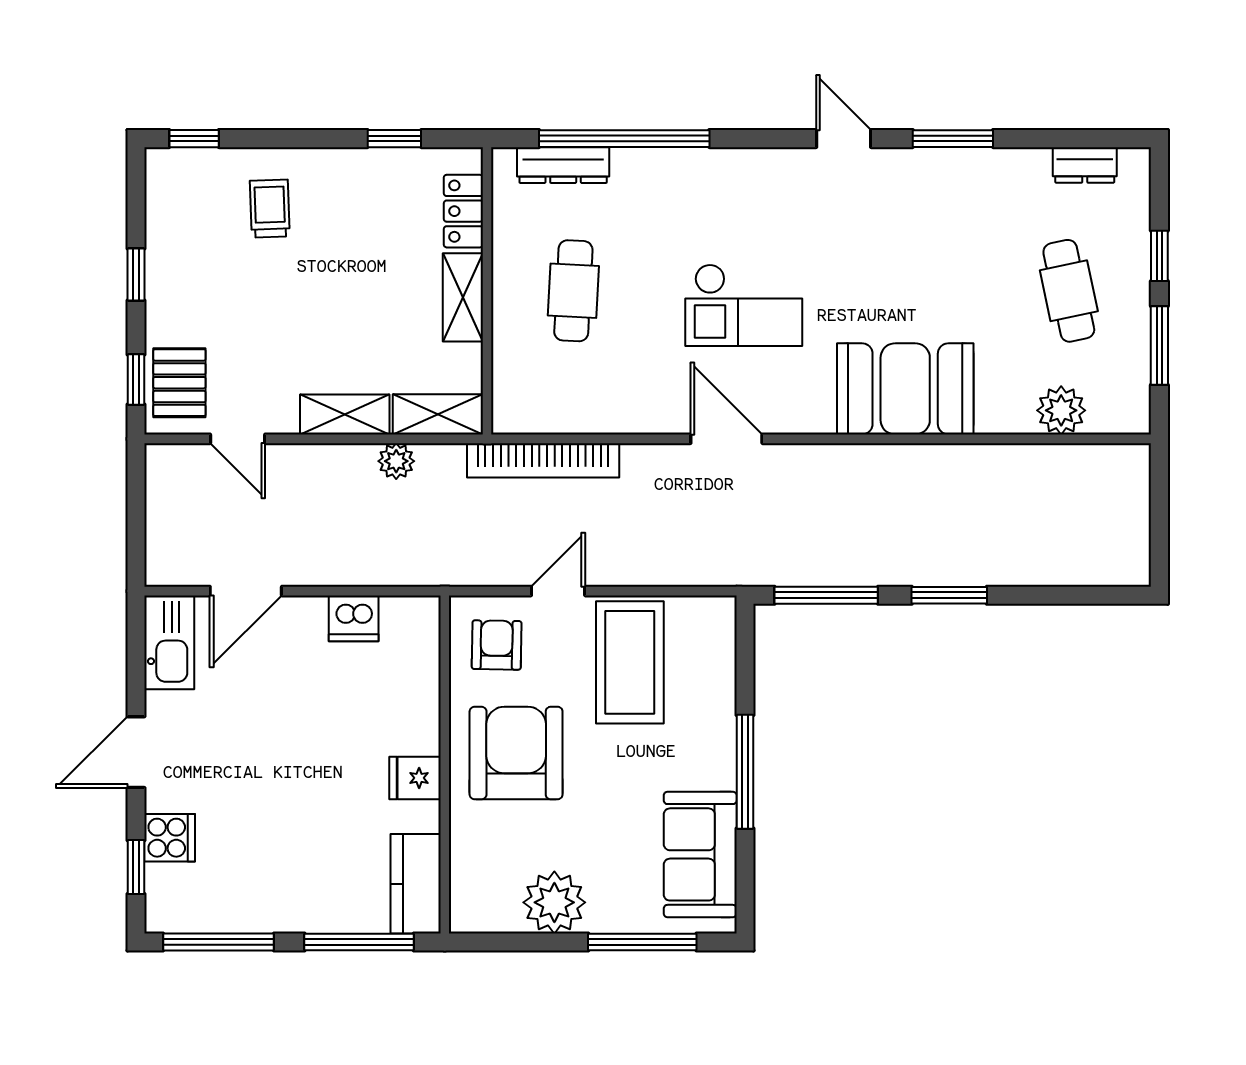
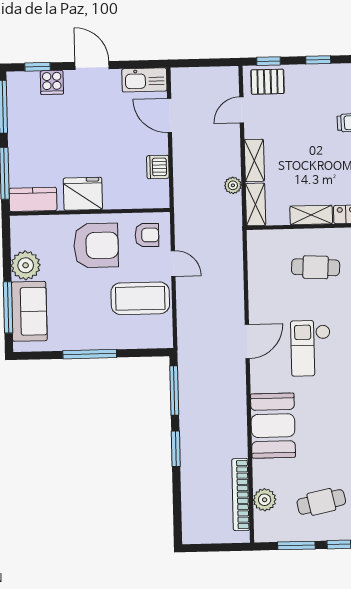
bookcase: (543, 460) -> (241, 495), moved
fridge: (415, 778) -> (83, 194), width x1.88, depth x1.34
sofa: (700, 854) -> (29, 311), moved, turned 90

